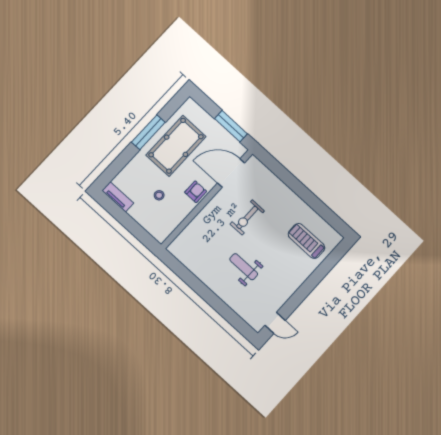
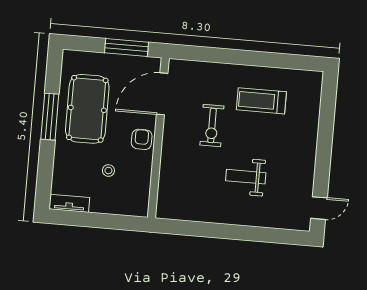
treadmill: (306, 241) -> (261, 101), moved

